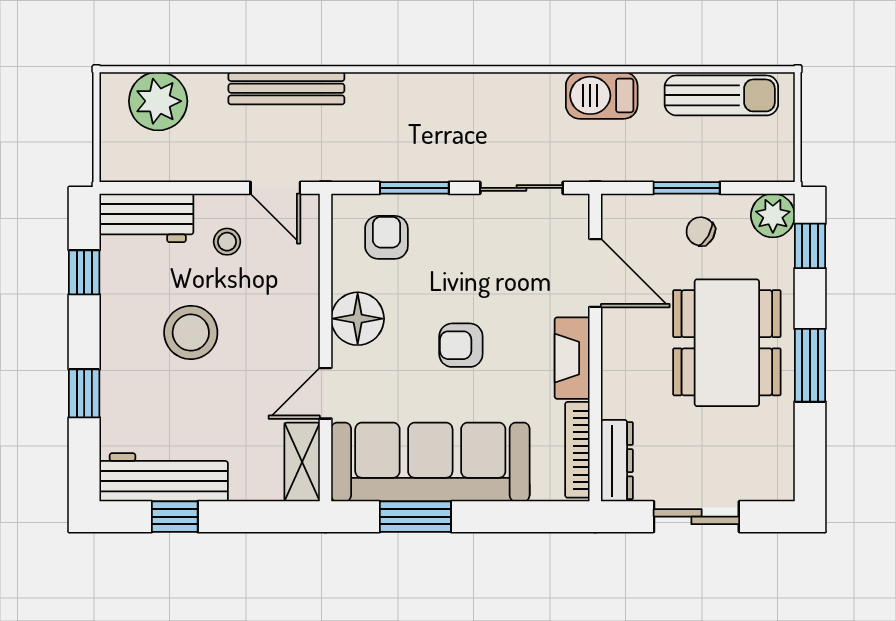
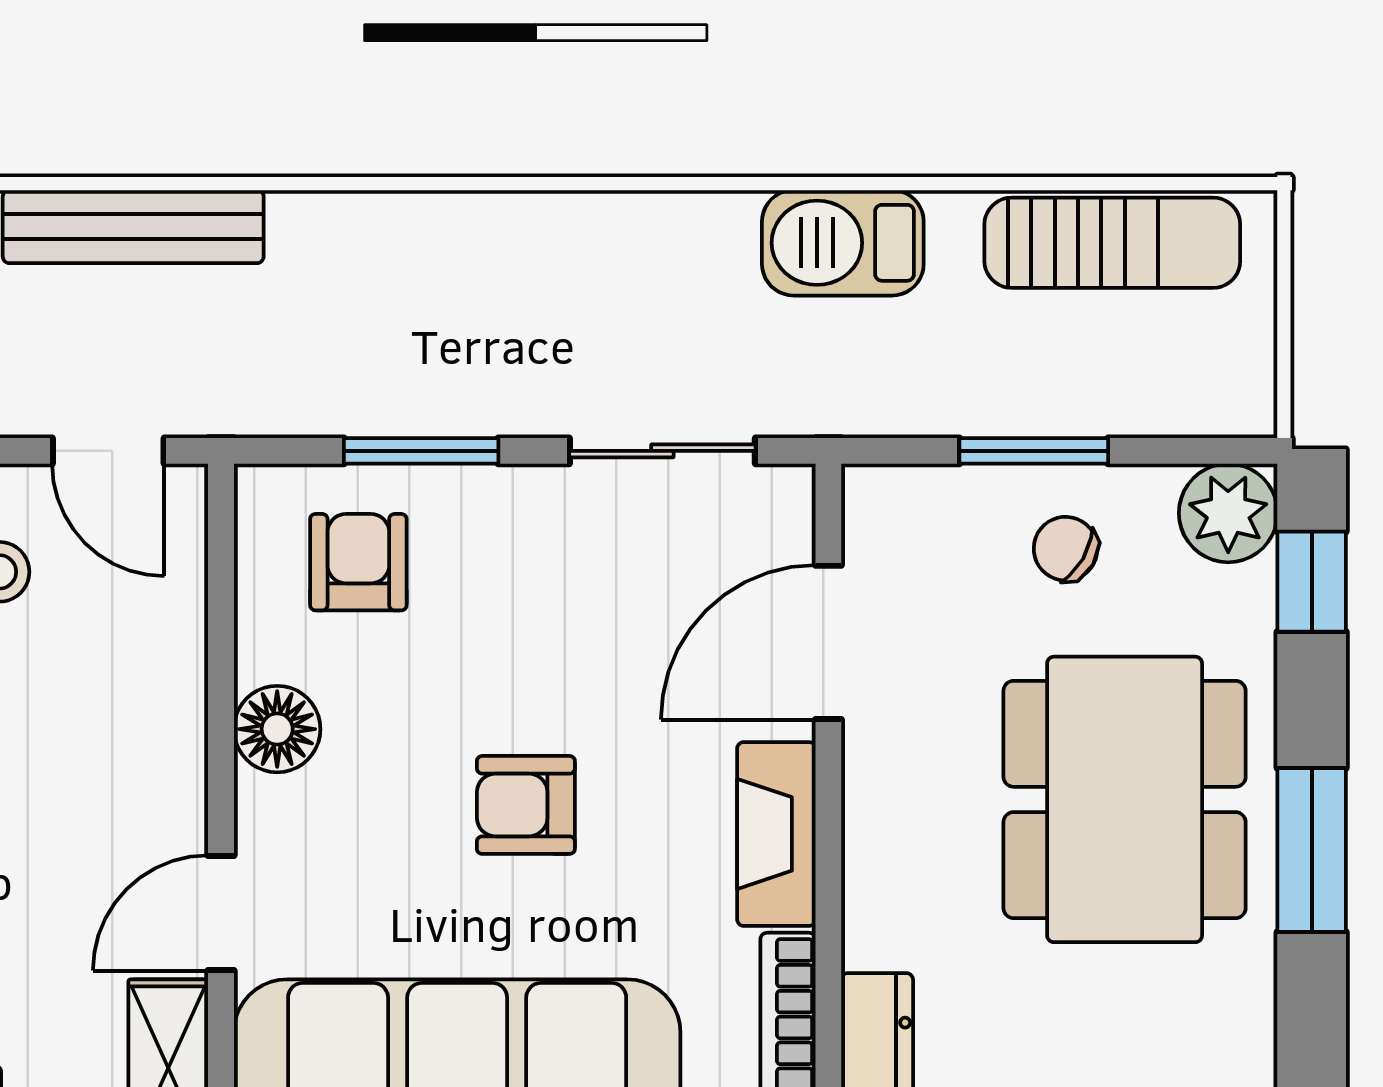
door: (595, 273) -> (828, 642), swing flipped
floor lamp: (358, 319) -> (277, 729), width x0.73, depth x0.73

